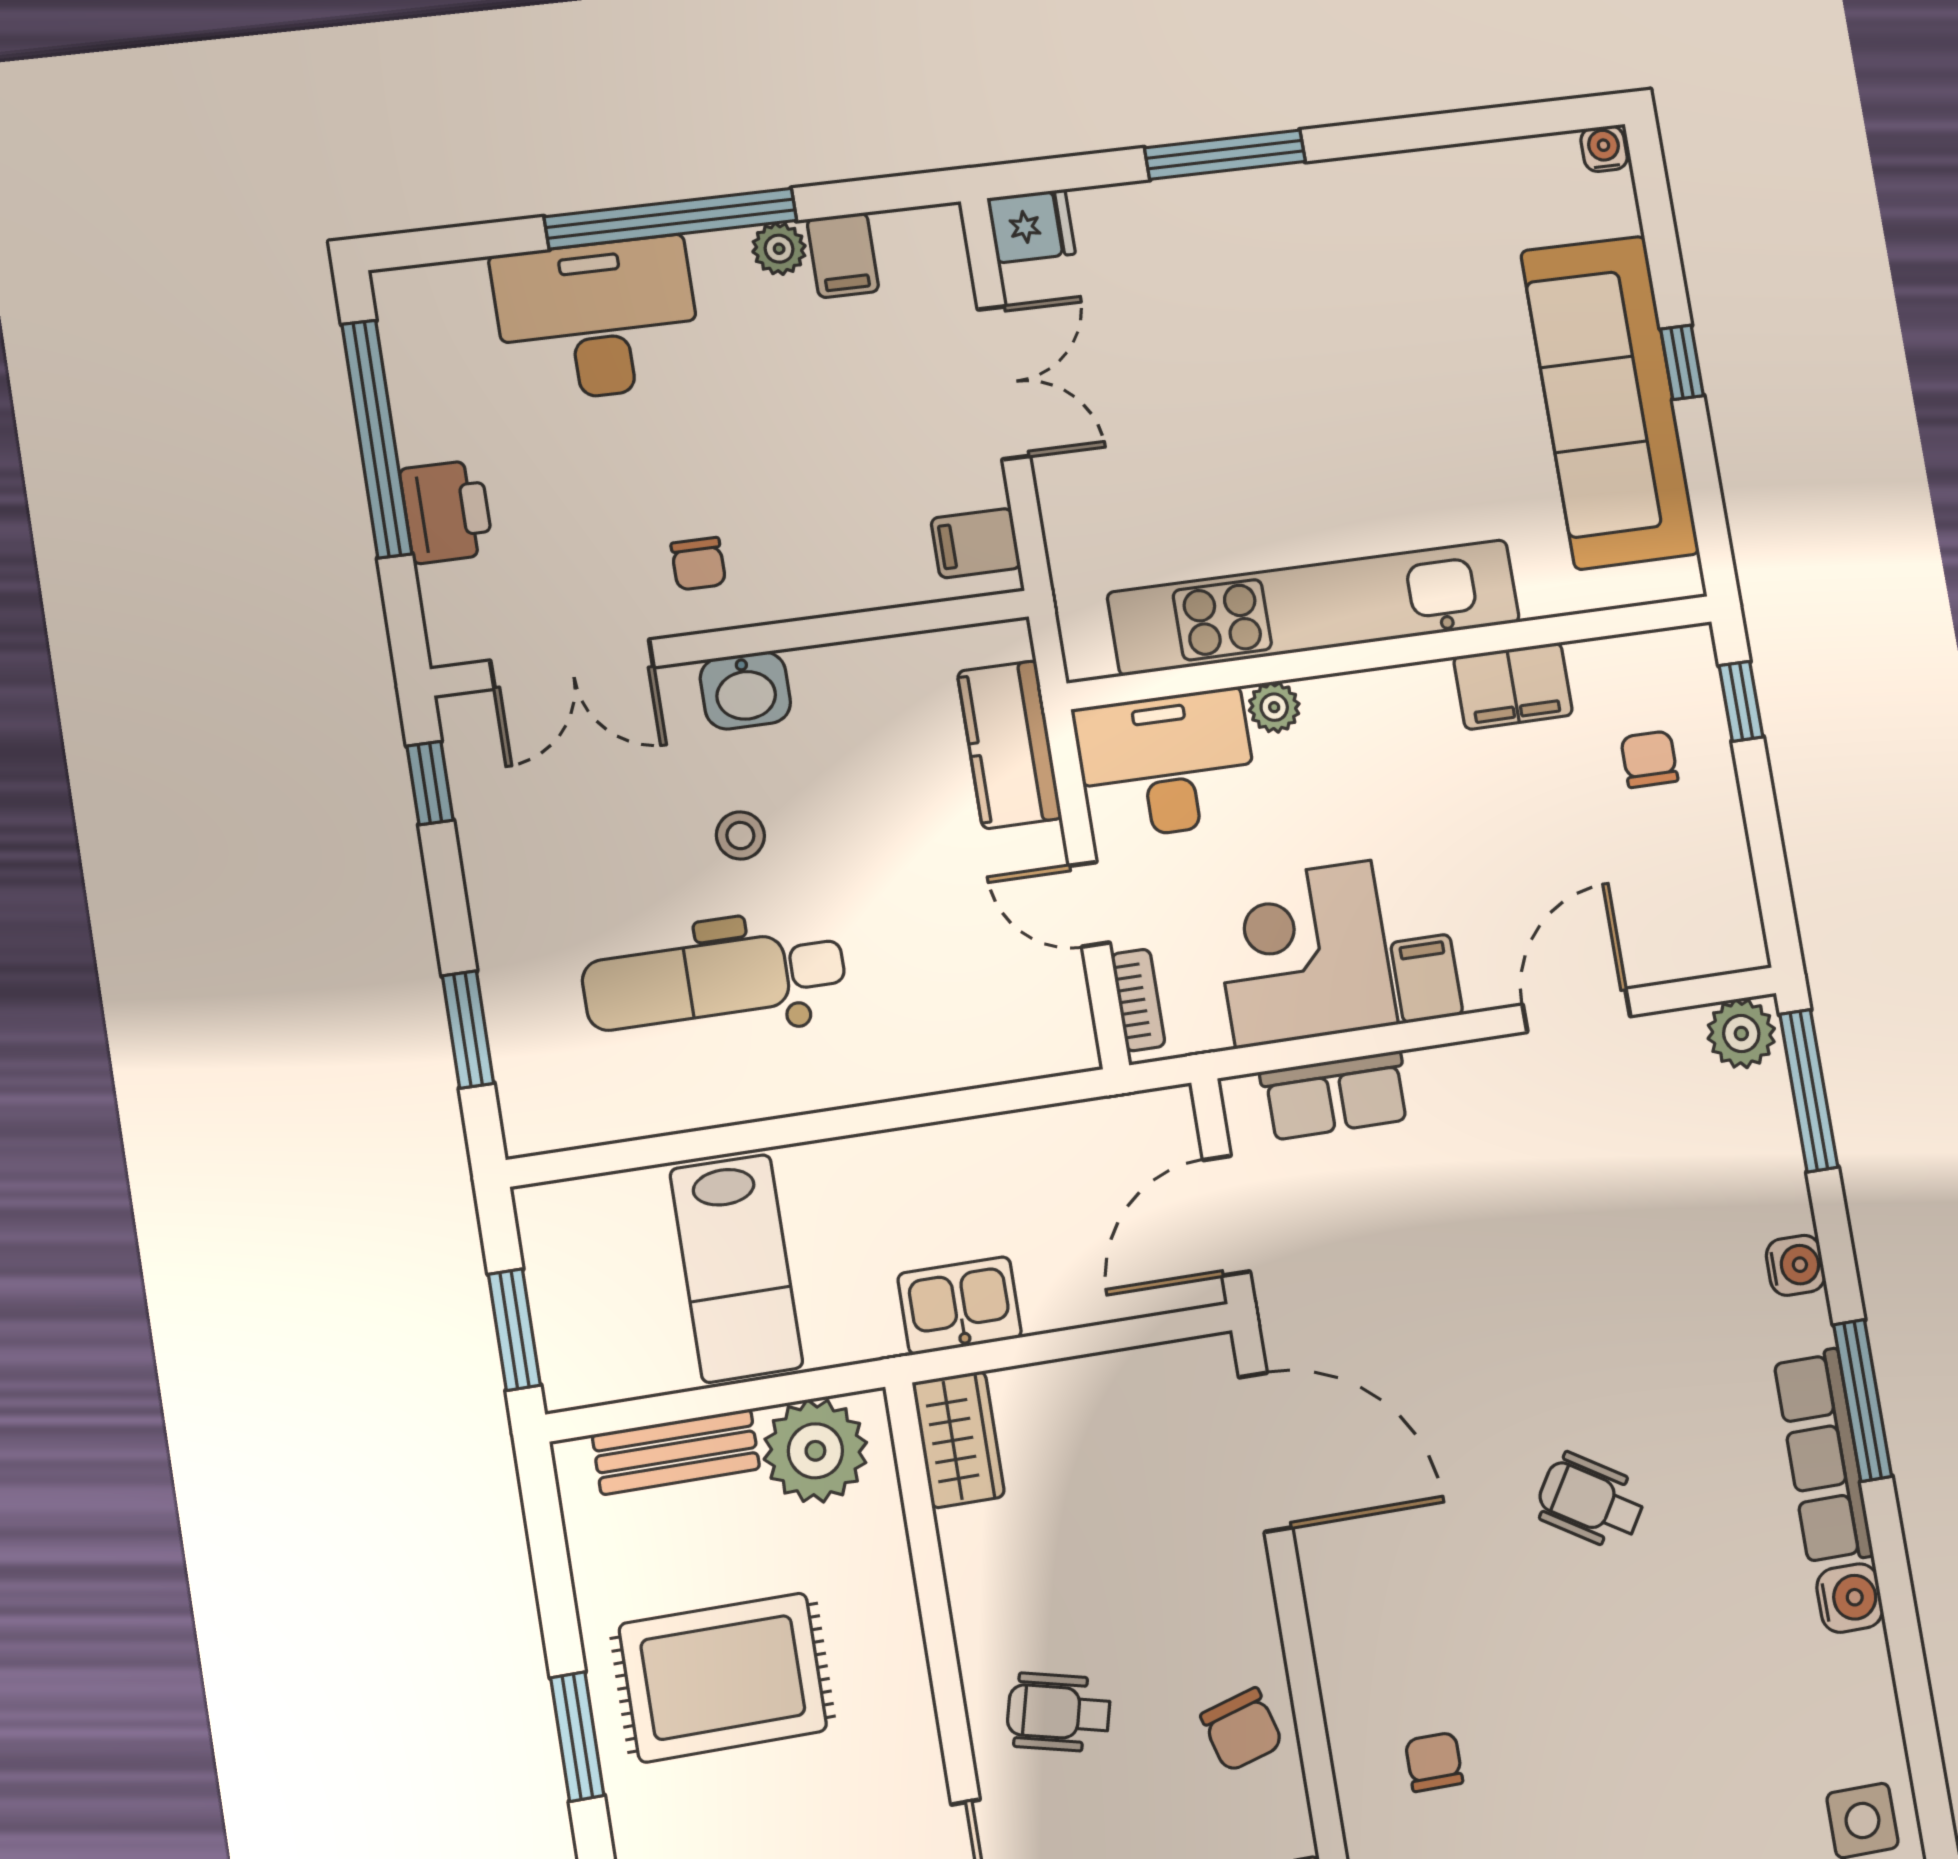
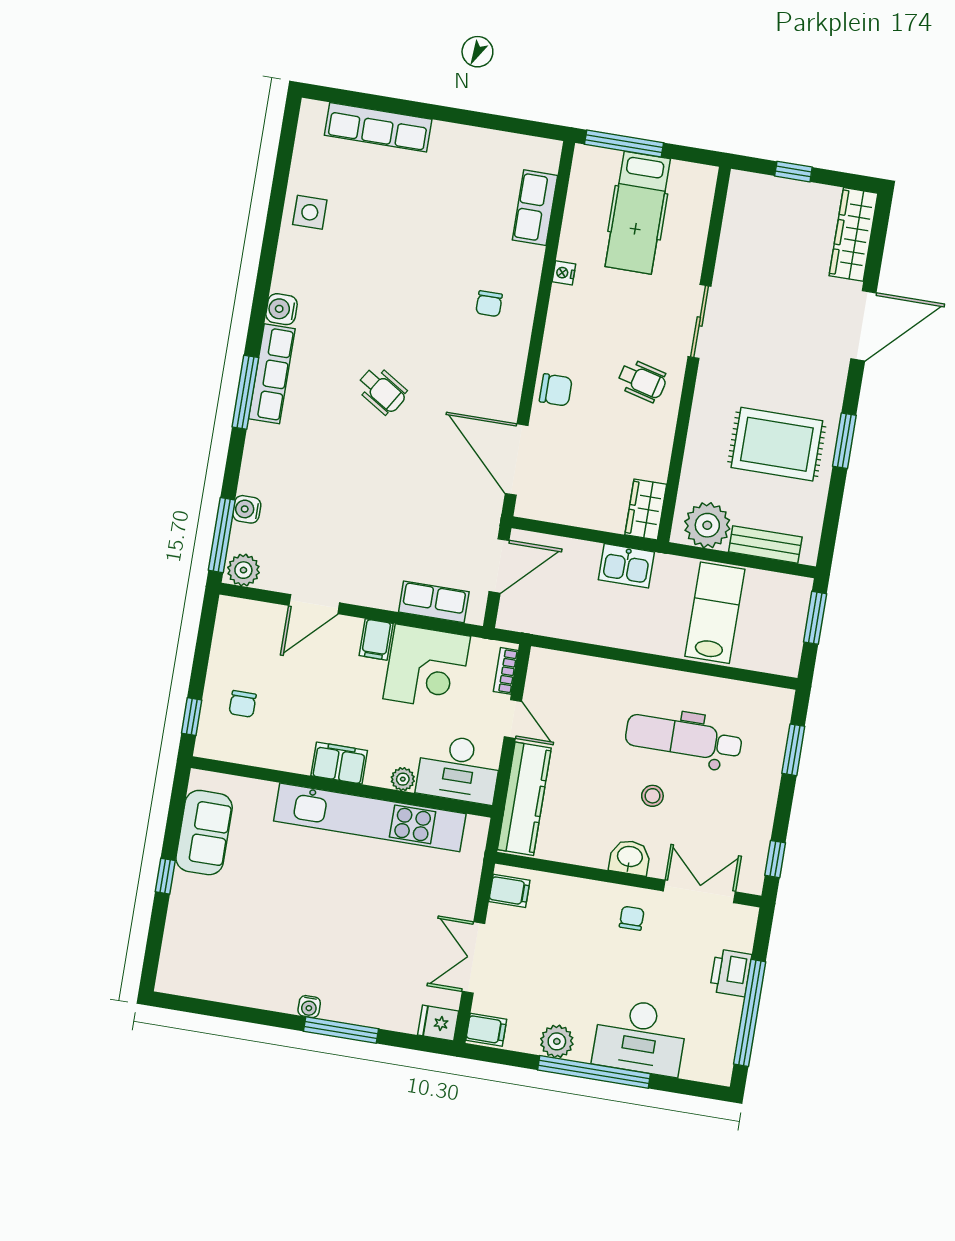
water cooler: (1604, 149) -> (309, 1007), moved
plant: (779, 249) -> (557, 1041), width x1.38, depth x1.38
filing cabinet: (843, 255) -> (486, 1030), moved, turned 90
sofa: (1610, 402) -> (204, 833), width x0.54, depth x0.79
filing cabinet: (1513, 686) -> (339, 763), moved
kitchen counter: (1010, 745) -> (524, 799), width x1.50
dental chair: (714, 979) -> (684, 738), turned 180
water cooler: (1796, 1265) -> (247, 509), moved
chair: (1242, 1730) -> (556, 390), moved, turned 106

